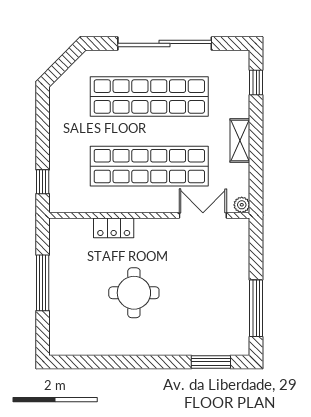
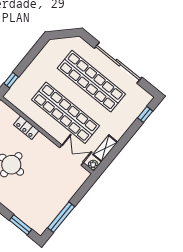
shelving: (240, 140) -> (105, 148), moved

